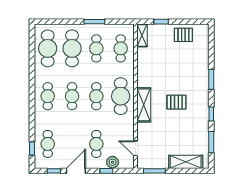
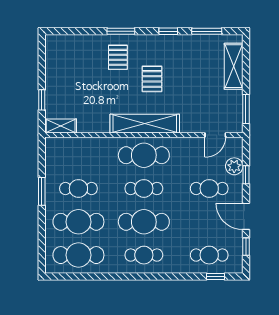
pallet: (183, 35) -> (118, 57), moved
cafe table: (121, 48) -> (78, 155), removed
cafe table: (72, 96) -> (144, 222), width x1.37, depth x1.35
shelving: (144, 105) -> (145, 124), width x1.47

